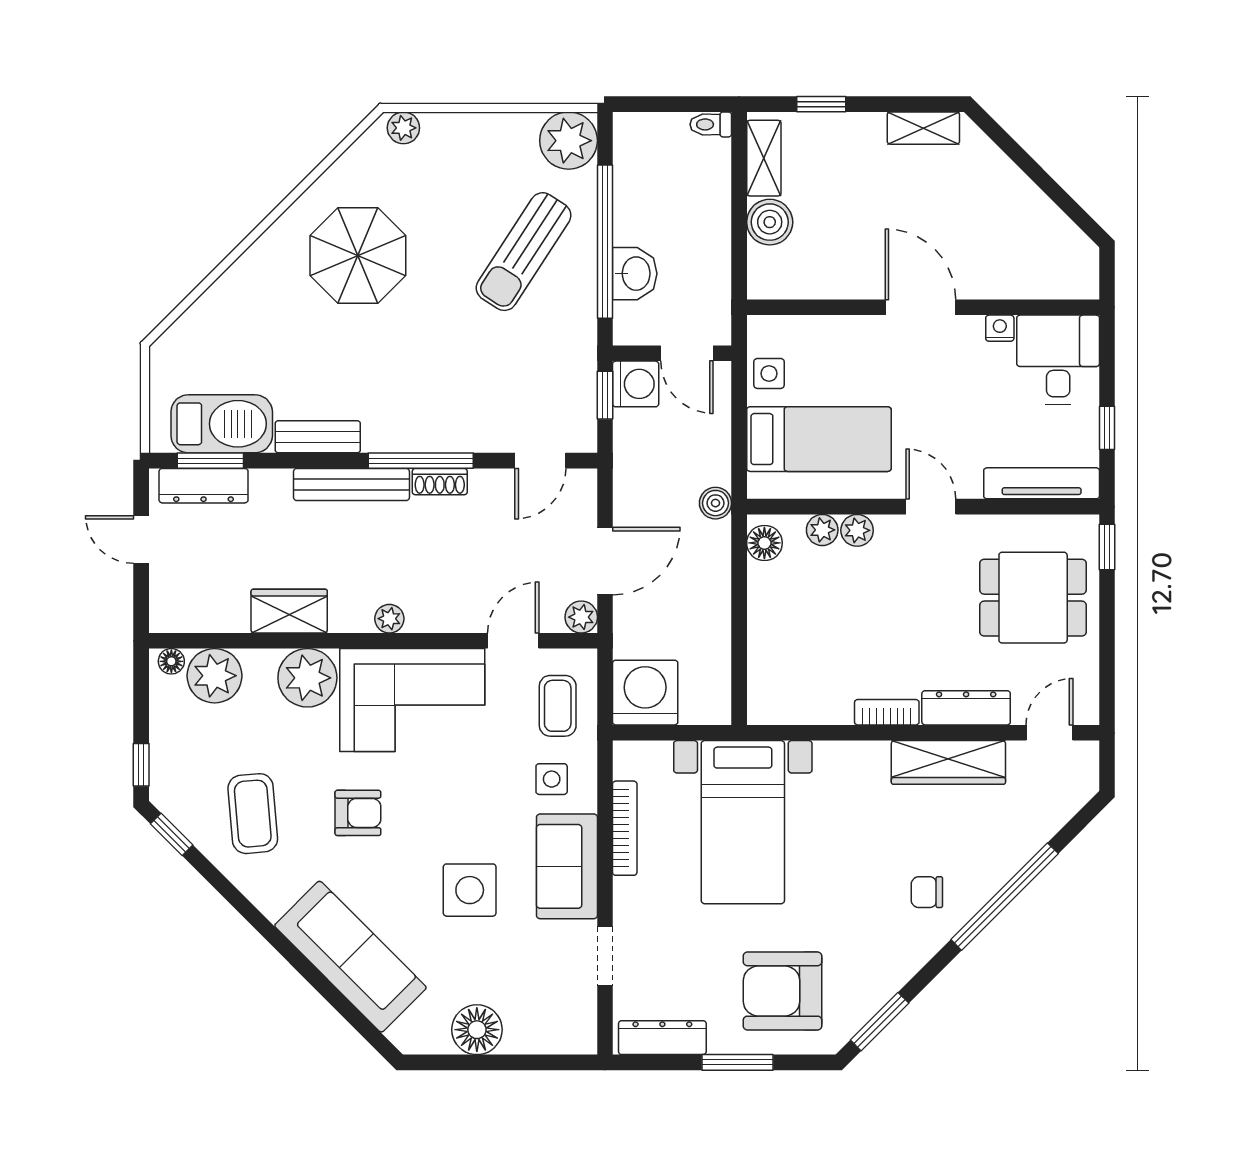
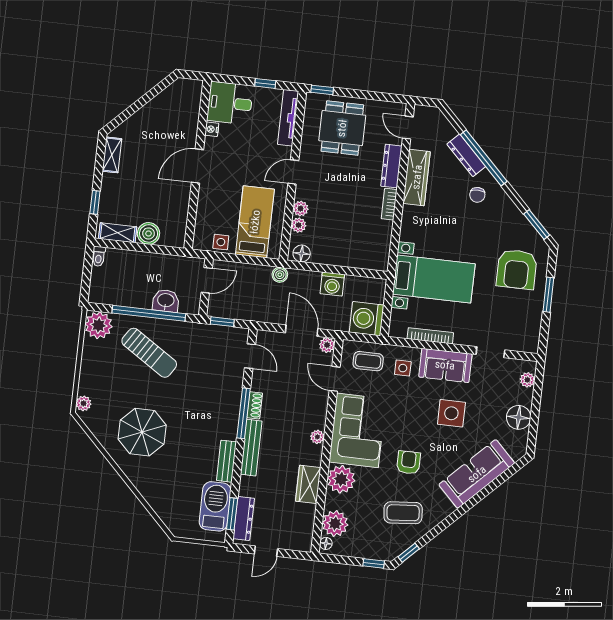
washing machine: (636, 384) -> (332, 284), moved, turned 180
dresser: (662, 1038) -> (466, 155), moved, turned -45
plant: (557, 1039) -> (527, 380), added

